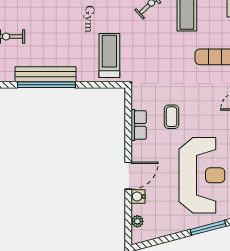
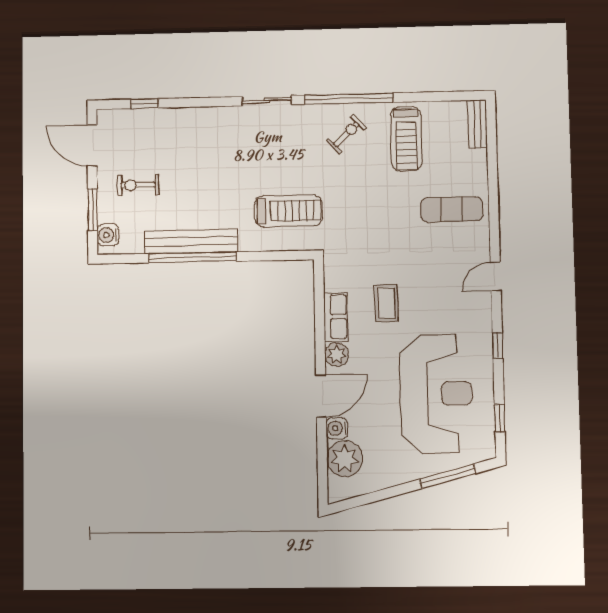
treadmill: (109, 56) -> (288, 211), turned 90
plant: (139, 149) -> (337, 355), added
plant: (137, 221) -> (345, 459), width x1.88, depth x1.88

